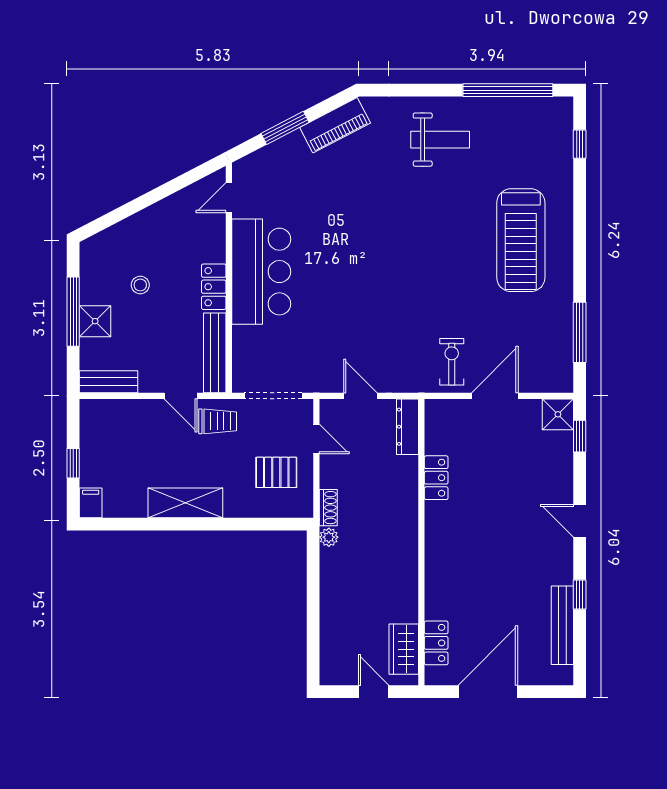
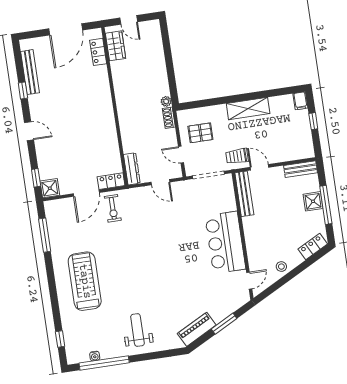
water cooler: (523, 105) -> (95, 356), added
weight bench: (440, 140) -> (137, 330), turned 90
stool: (140, 285) -> (281, 267), moved
locker: (214, 287) -> (313, 247), moved, turned -118
locker: (436, 478) -> (111, 181), moved, turned 90

